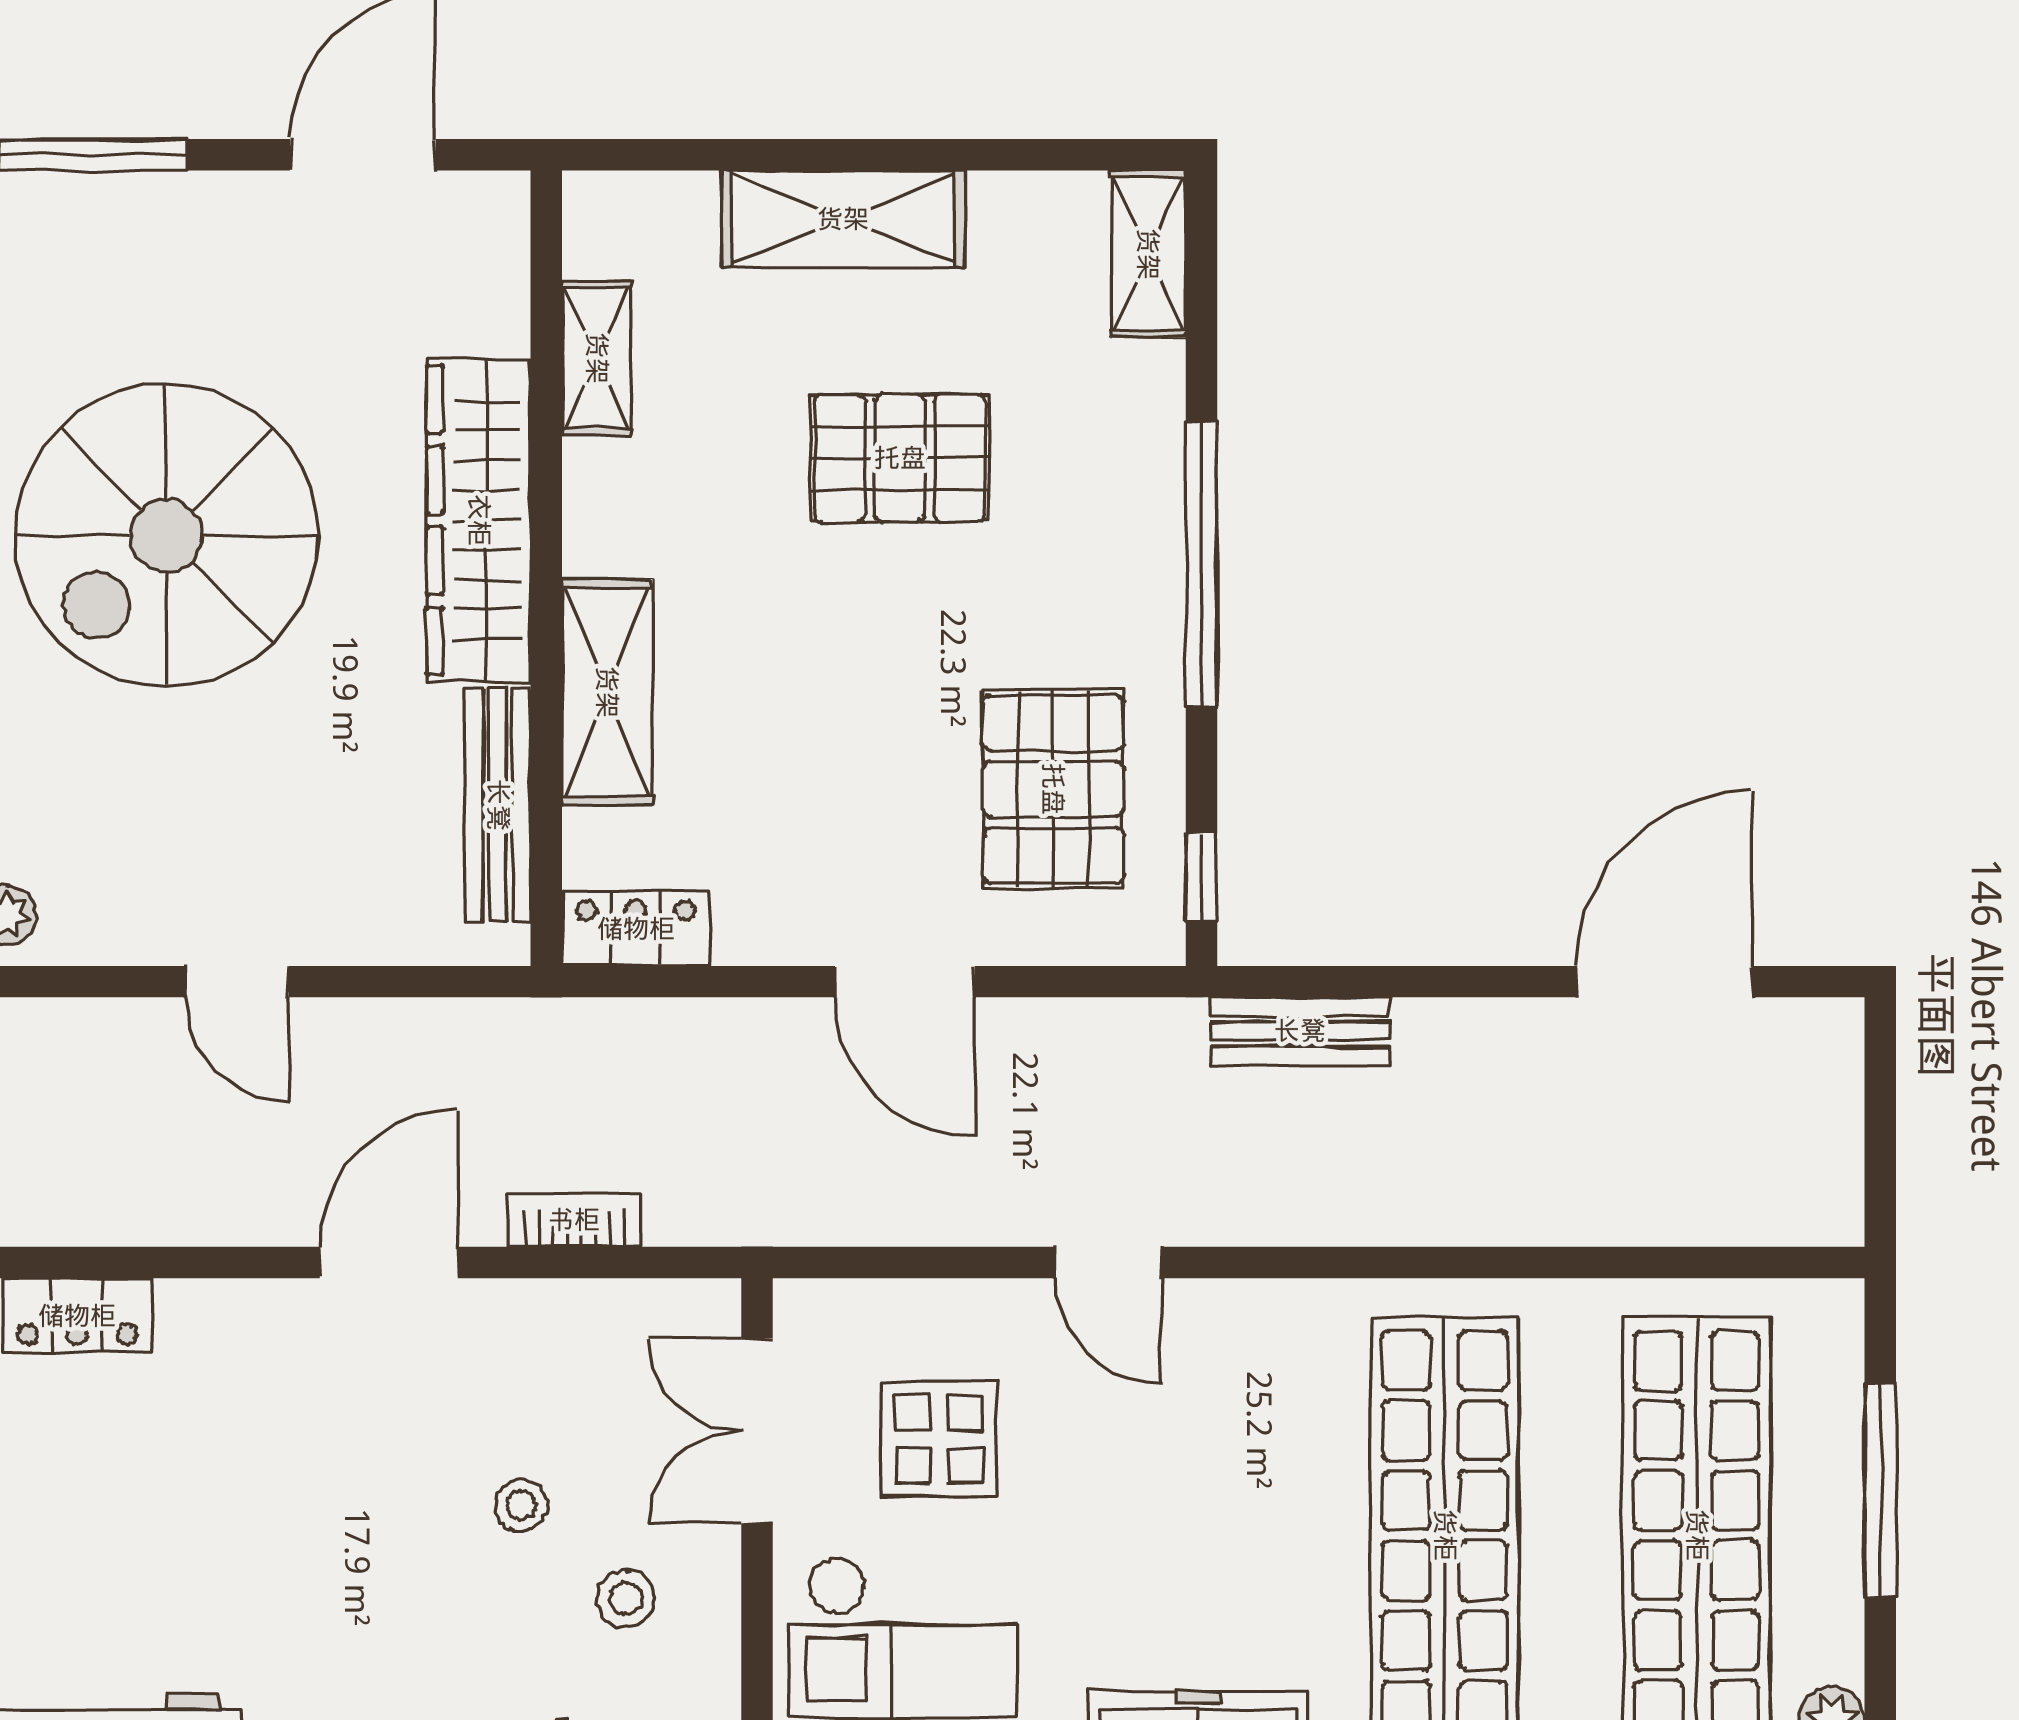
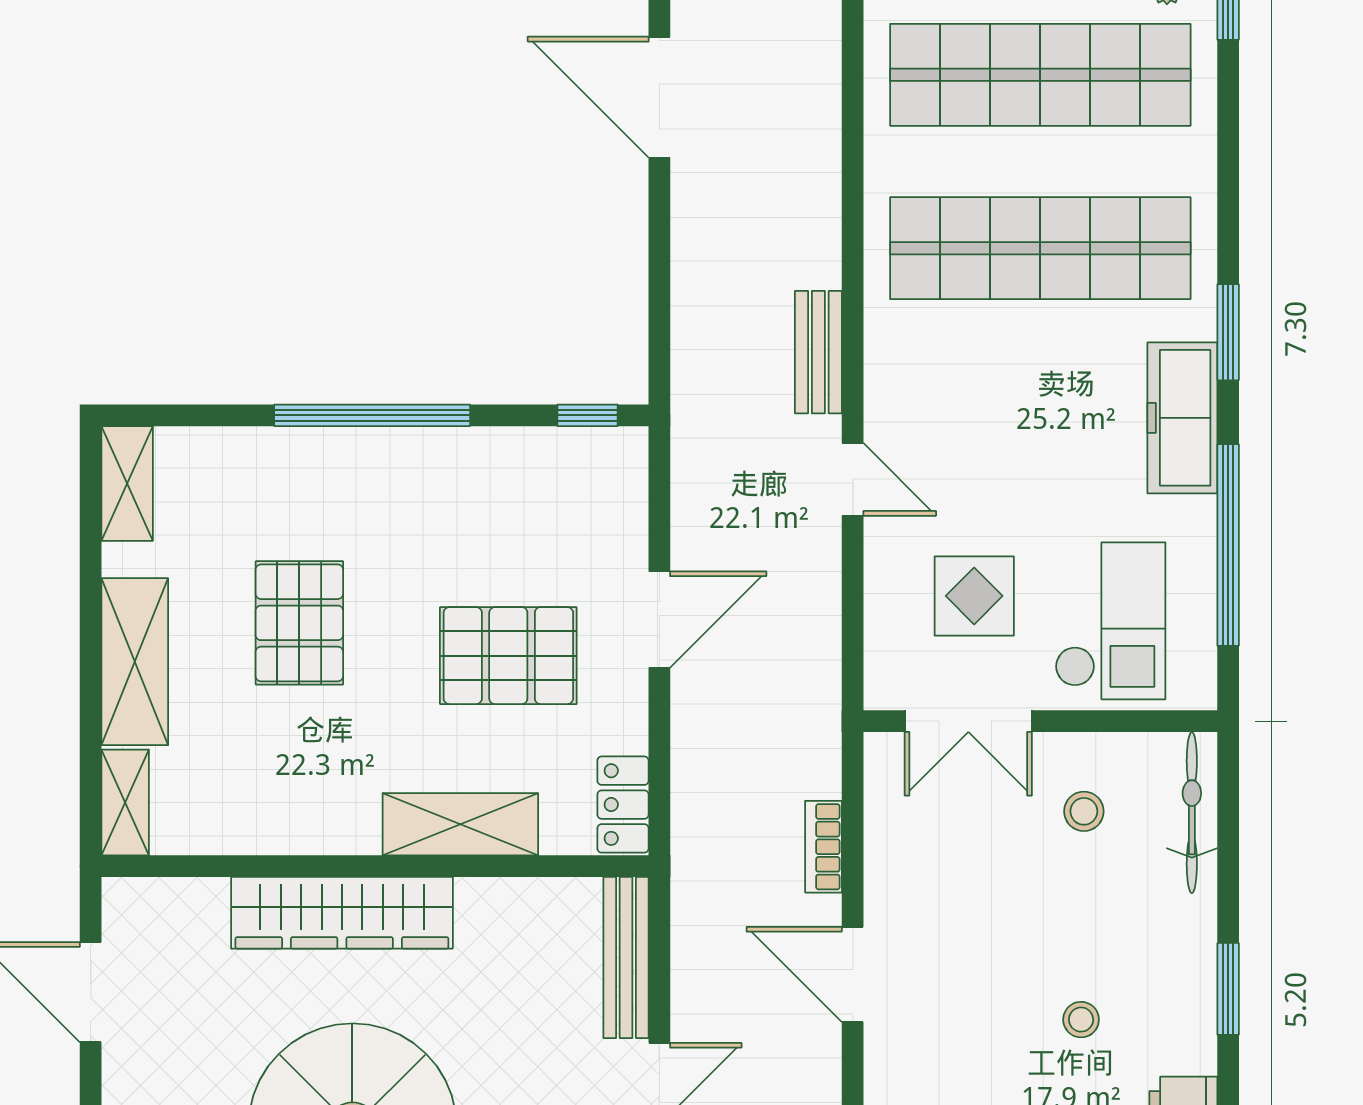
shelving: (1148, 254) -> (127, 483), moved, turned 90
shelving: (597, 358) -> (125, 802), moved, turned 90
pallet: (1053, 789) -> (508, 656), moved
bench: (498, 805) -> (626, 957), moved, turned 90
bench: (1300, 1031) -> (818, 352), moved
door: (1108, 1262) -> (853, 479), hinge flipped
stool: (521, 1505) -> (1081, 1020), moved

